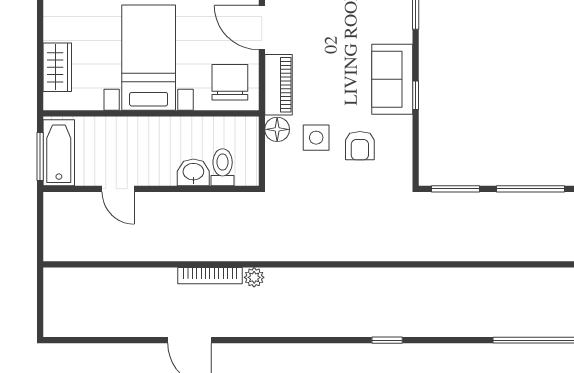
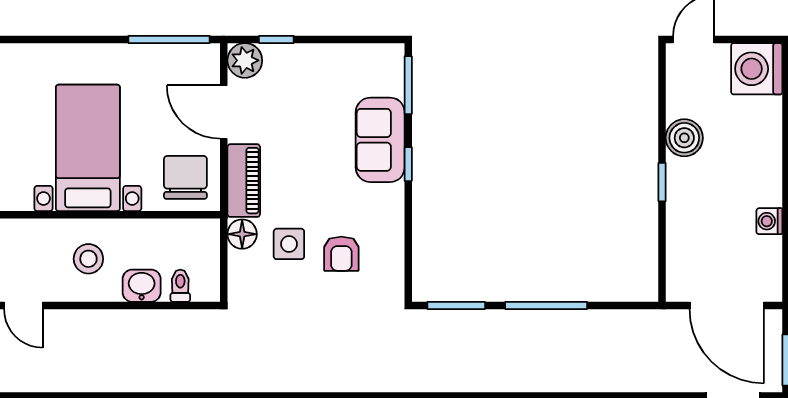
sofa: (392, 79) -> (380, 140), moved
window: (416, 95) -> (408, 164), moved
stool: (149, 150) -> (88, 259), added
toilet: (223, 167) -> (180, 286), width x0.73, depth x0.72
door: (118, 189) -> (23, 305), moved

